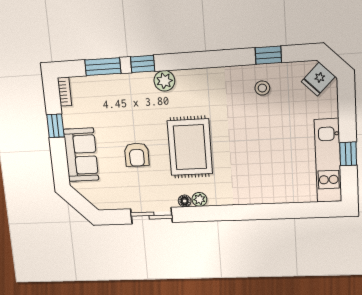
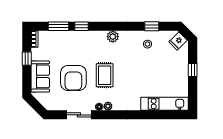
plant: (164, 81) -> (113, 37), moved
rug: (190, 147) -> (105, 75), width x0.73, depth x0.70
window: (348, 154) -> (193, 70), moved
armchair: (137, 155) -> (73, 78), width x1.88, depth x1.88
kitchen unit: (328, 161) -> (165, 104), moved, turned 90

